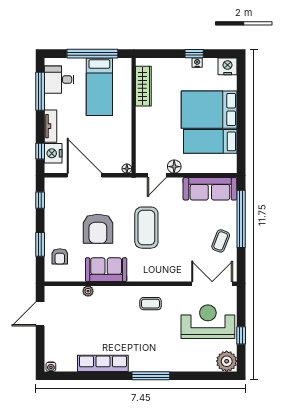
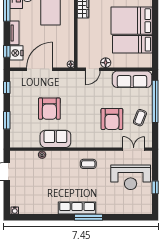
door: (85, 175) -> (40, 69), hinge flipped
coffee table: (146, 228) -> (85, 108), removed
armchair: (60, 256) -> (112, 119), moved, width x1.88, depth x1.88
double door: (212, 284) -> (134, 149), width x0.73
reception desk: (208, 322) -> (131, 177), turned 180
plant: (227, 361) -> (144, 206), removed
row of seats: (103, 363) -> (77, 208), moved

